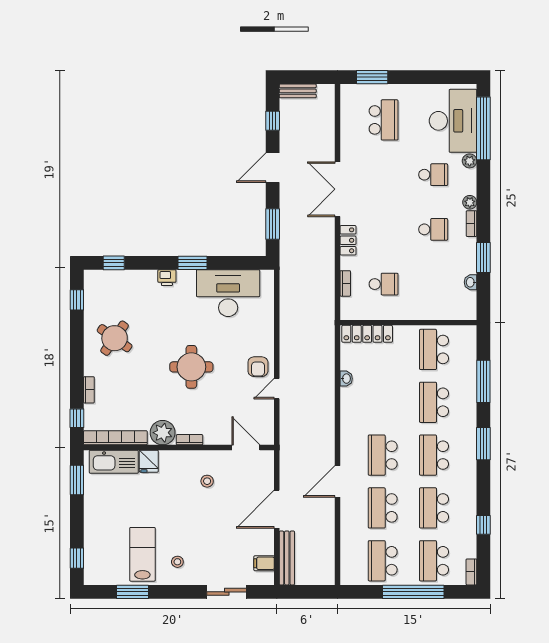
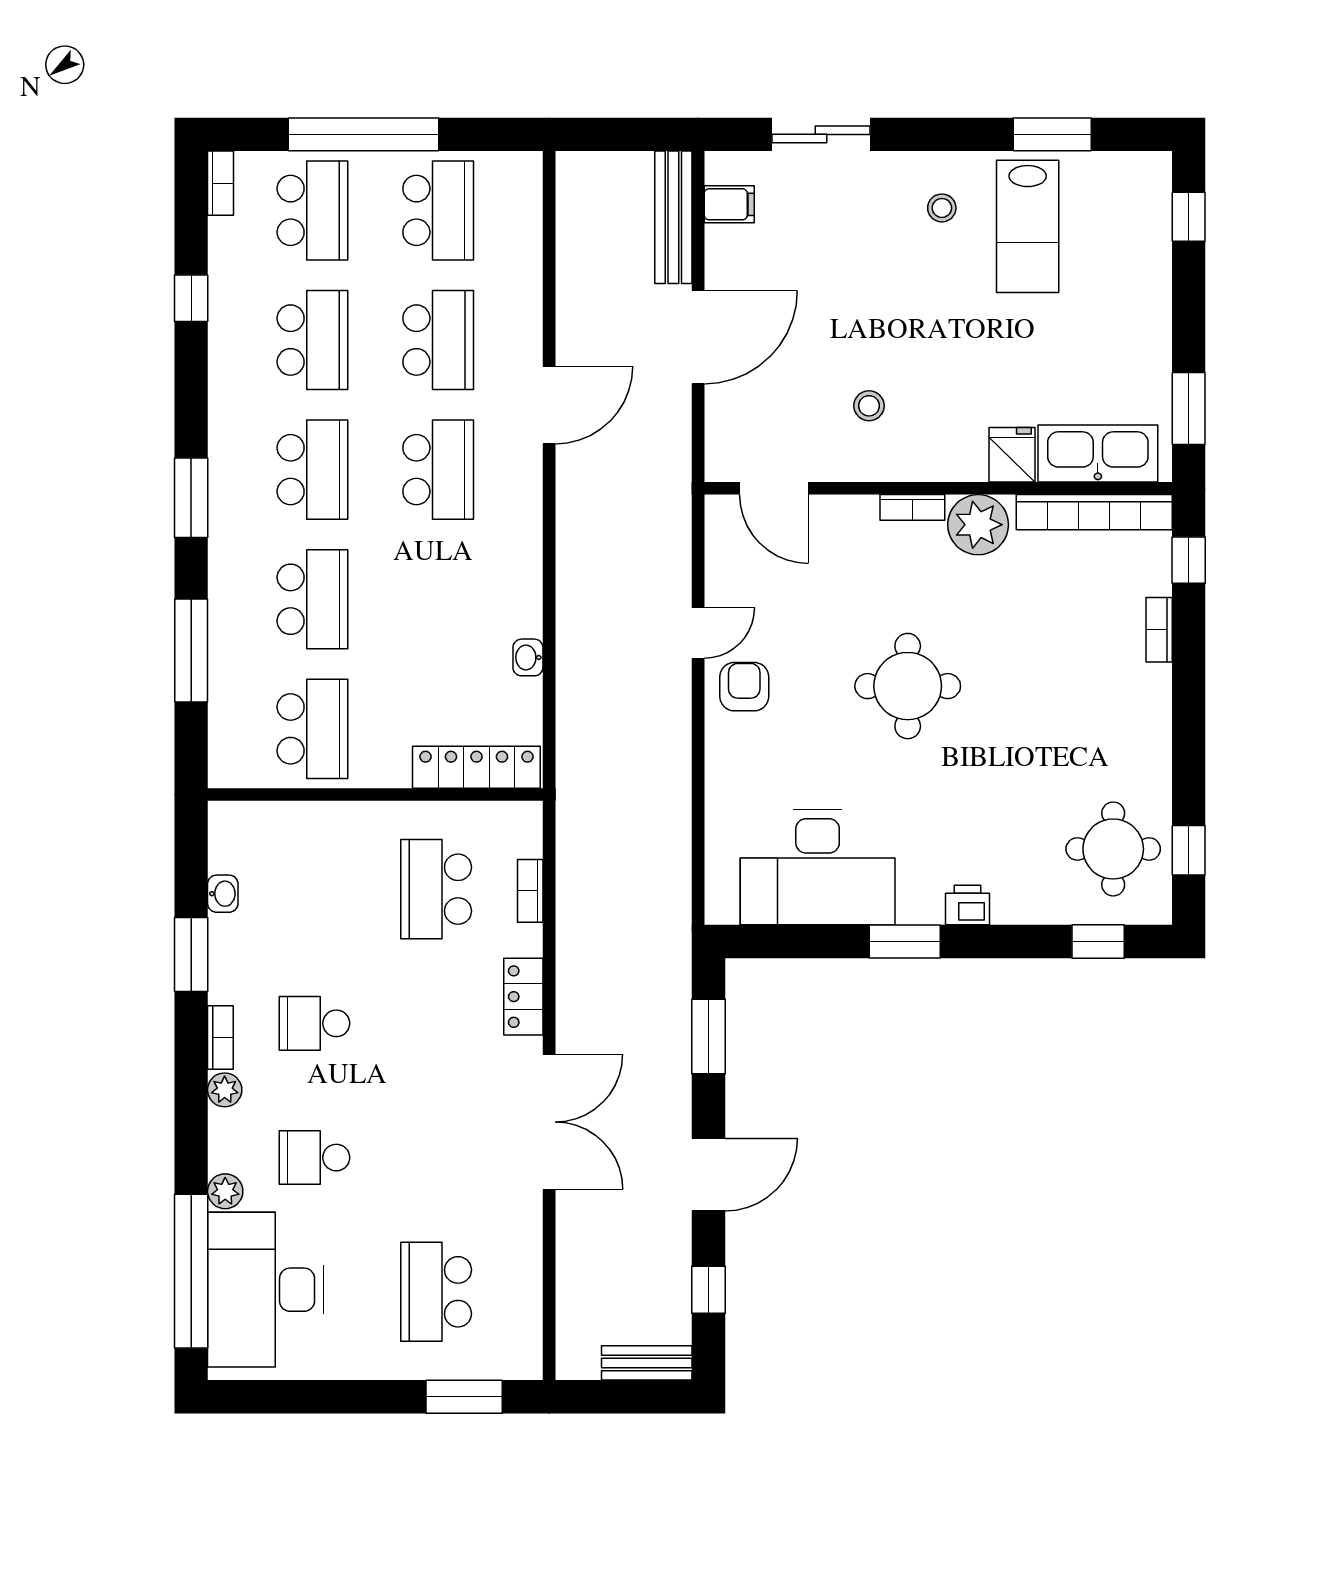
school desk: (384, 284) -> (436, 889), width x1.85
round table: (115, 338) -> (1113, 849), moved, turned -35

